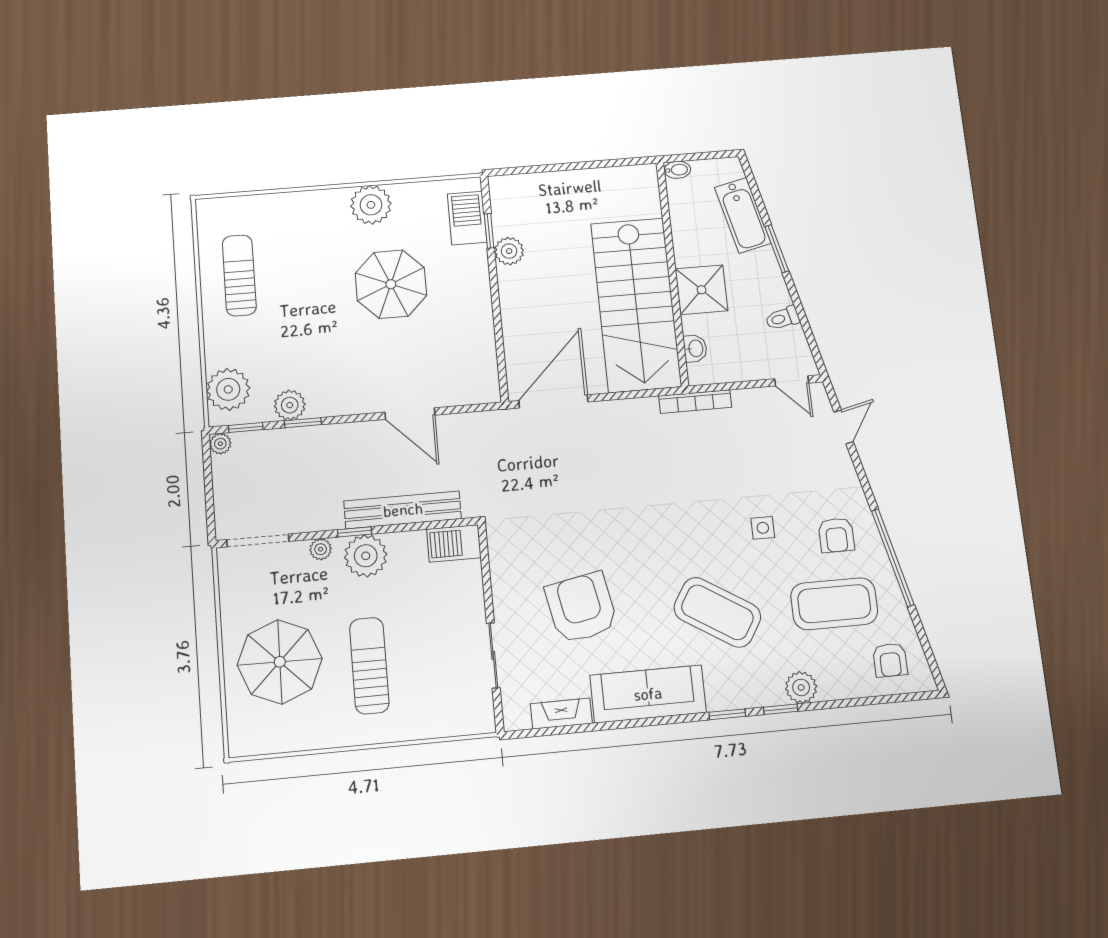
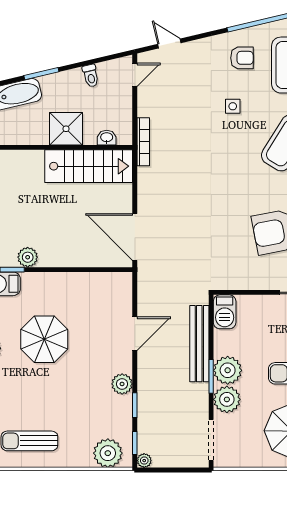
stairs: (636, 305) -> (89, 166), width x0.73, depth x0.66
plant: (290, 405) -> (122, 384), moved
window: (355, 532) -> (211, 376), width x1.50
plant: (321, 549) -> (227, 399), width x1.88, depth x1.88

